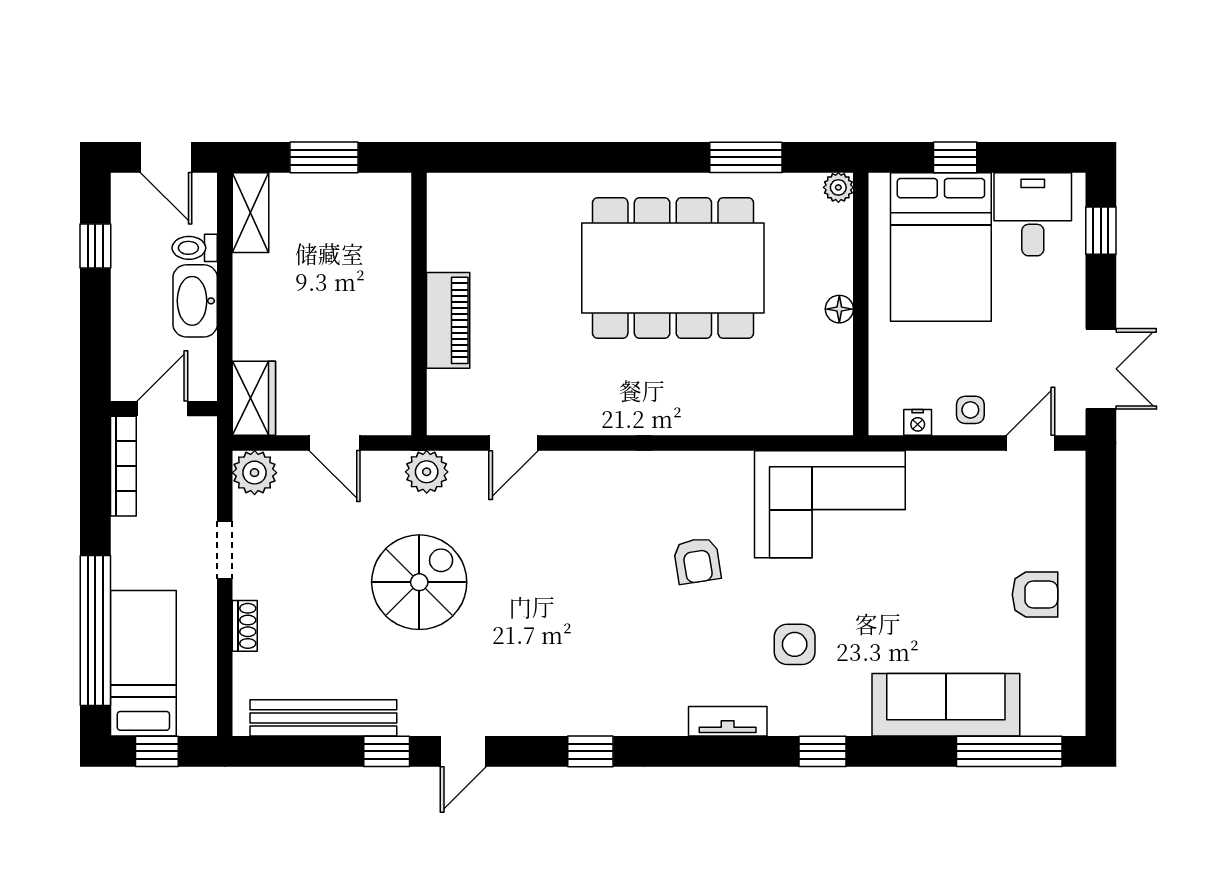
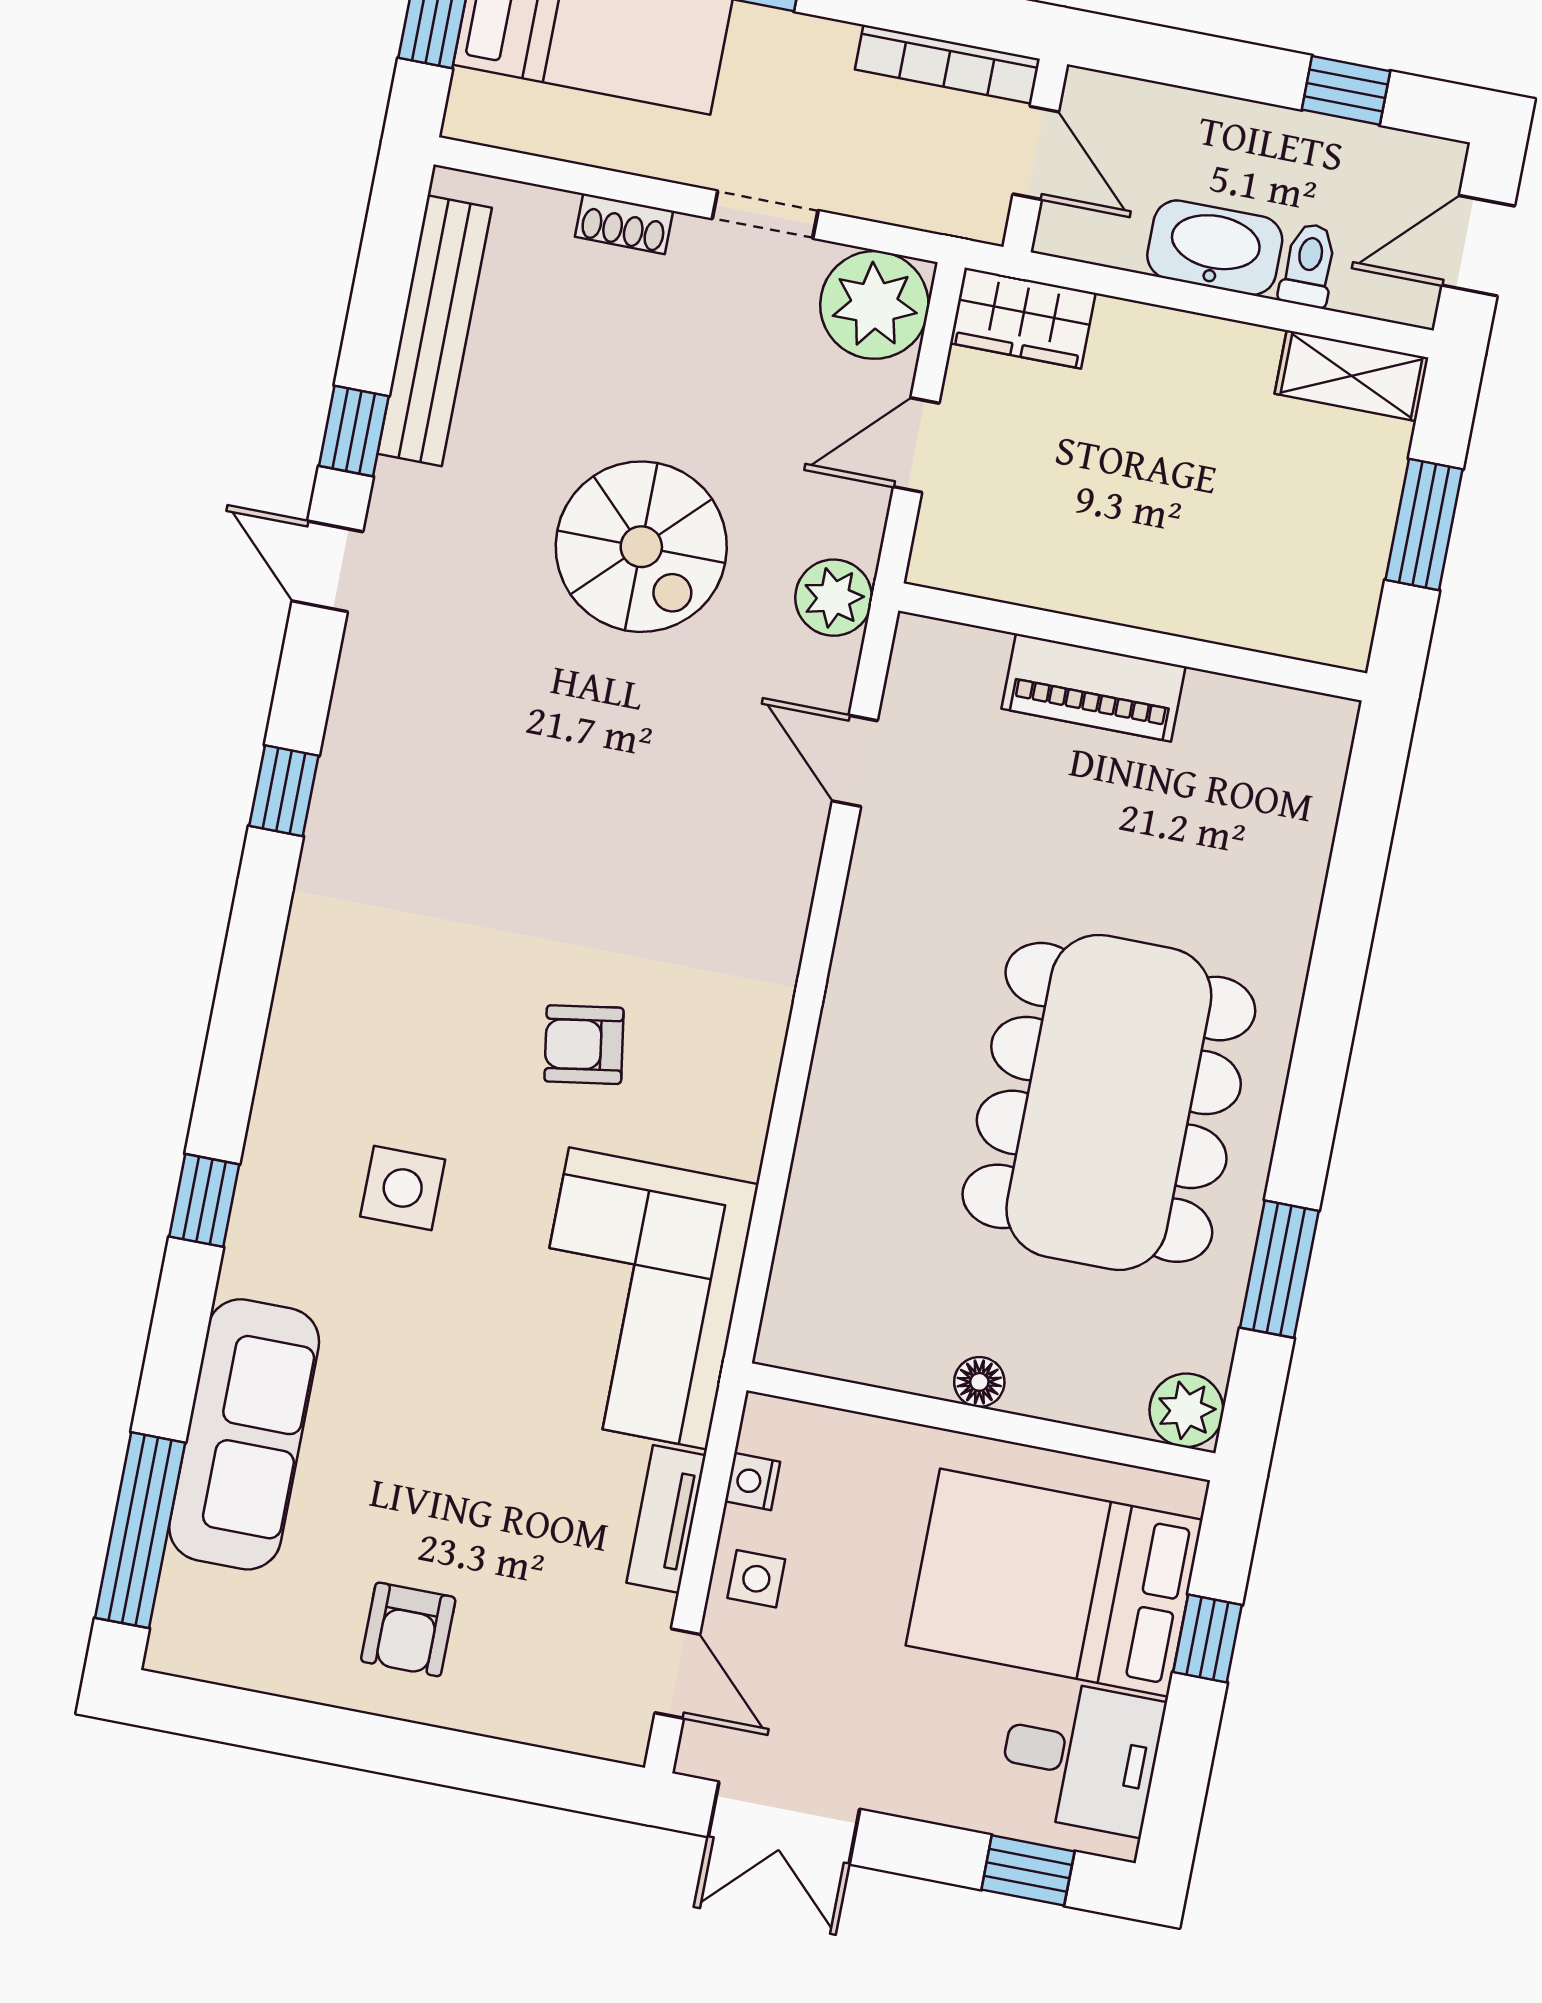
plant: (838, 187) -> (1186, 1410), width x1.38, depth x1.38
plant: (255, 473) -> (874, 305), width x1.36, depth x1.36
tv unit: (728, 721) -> (666, 1519), moved, turned 180

